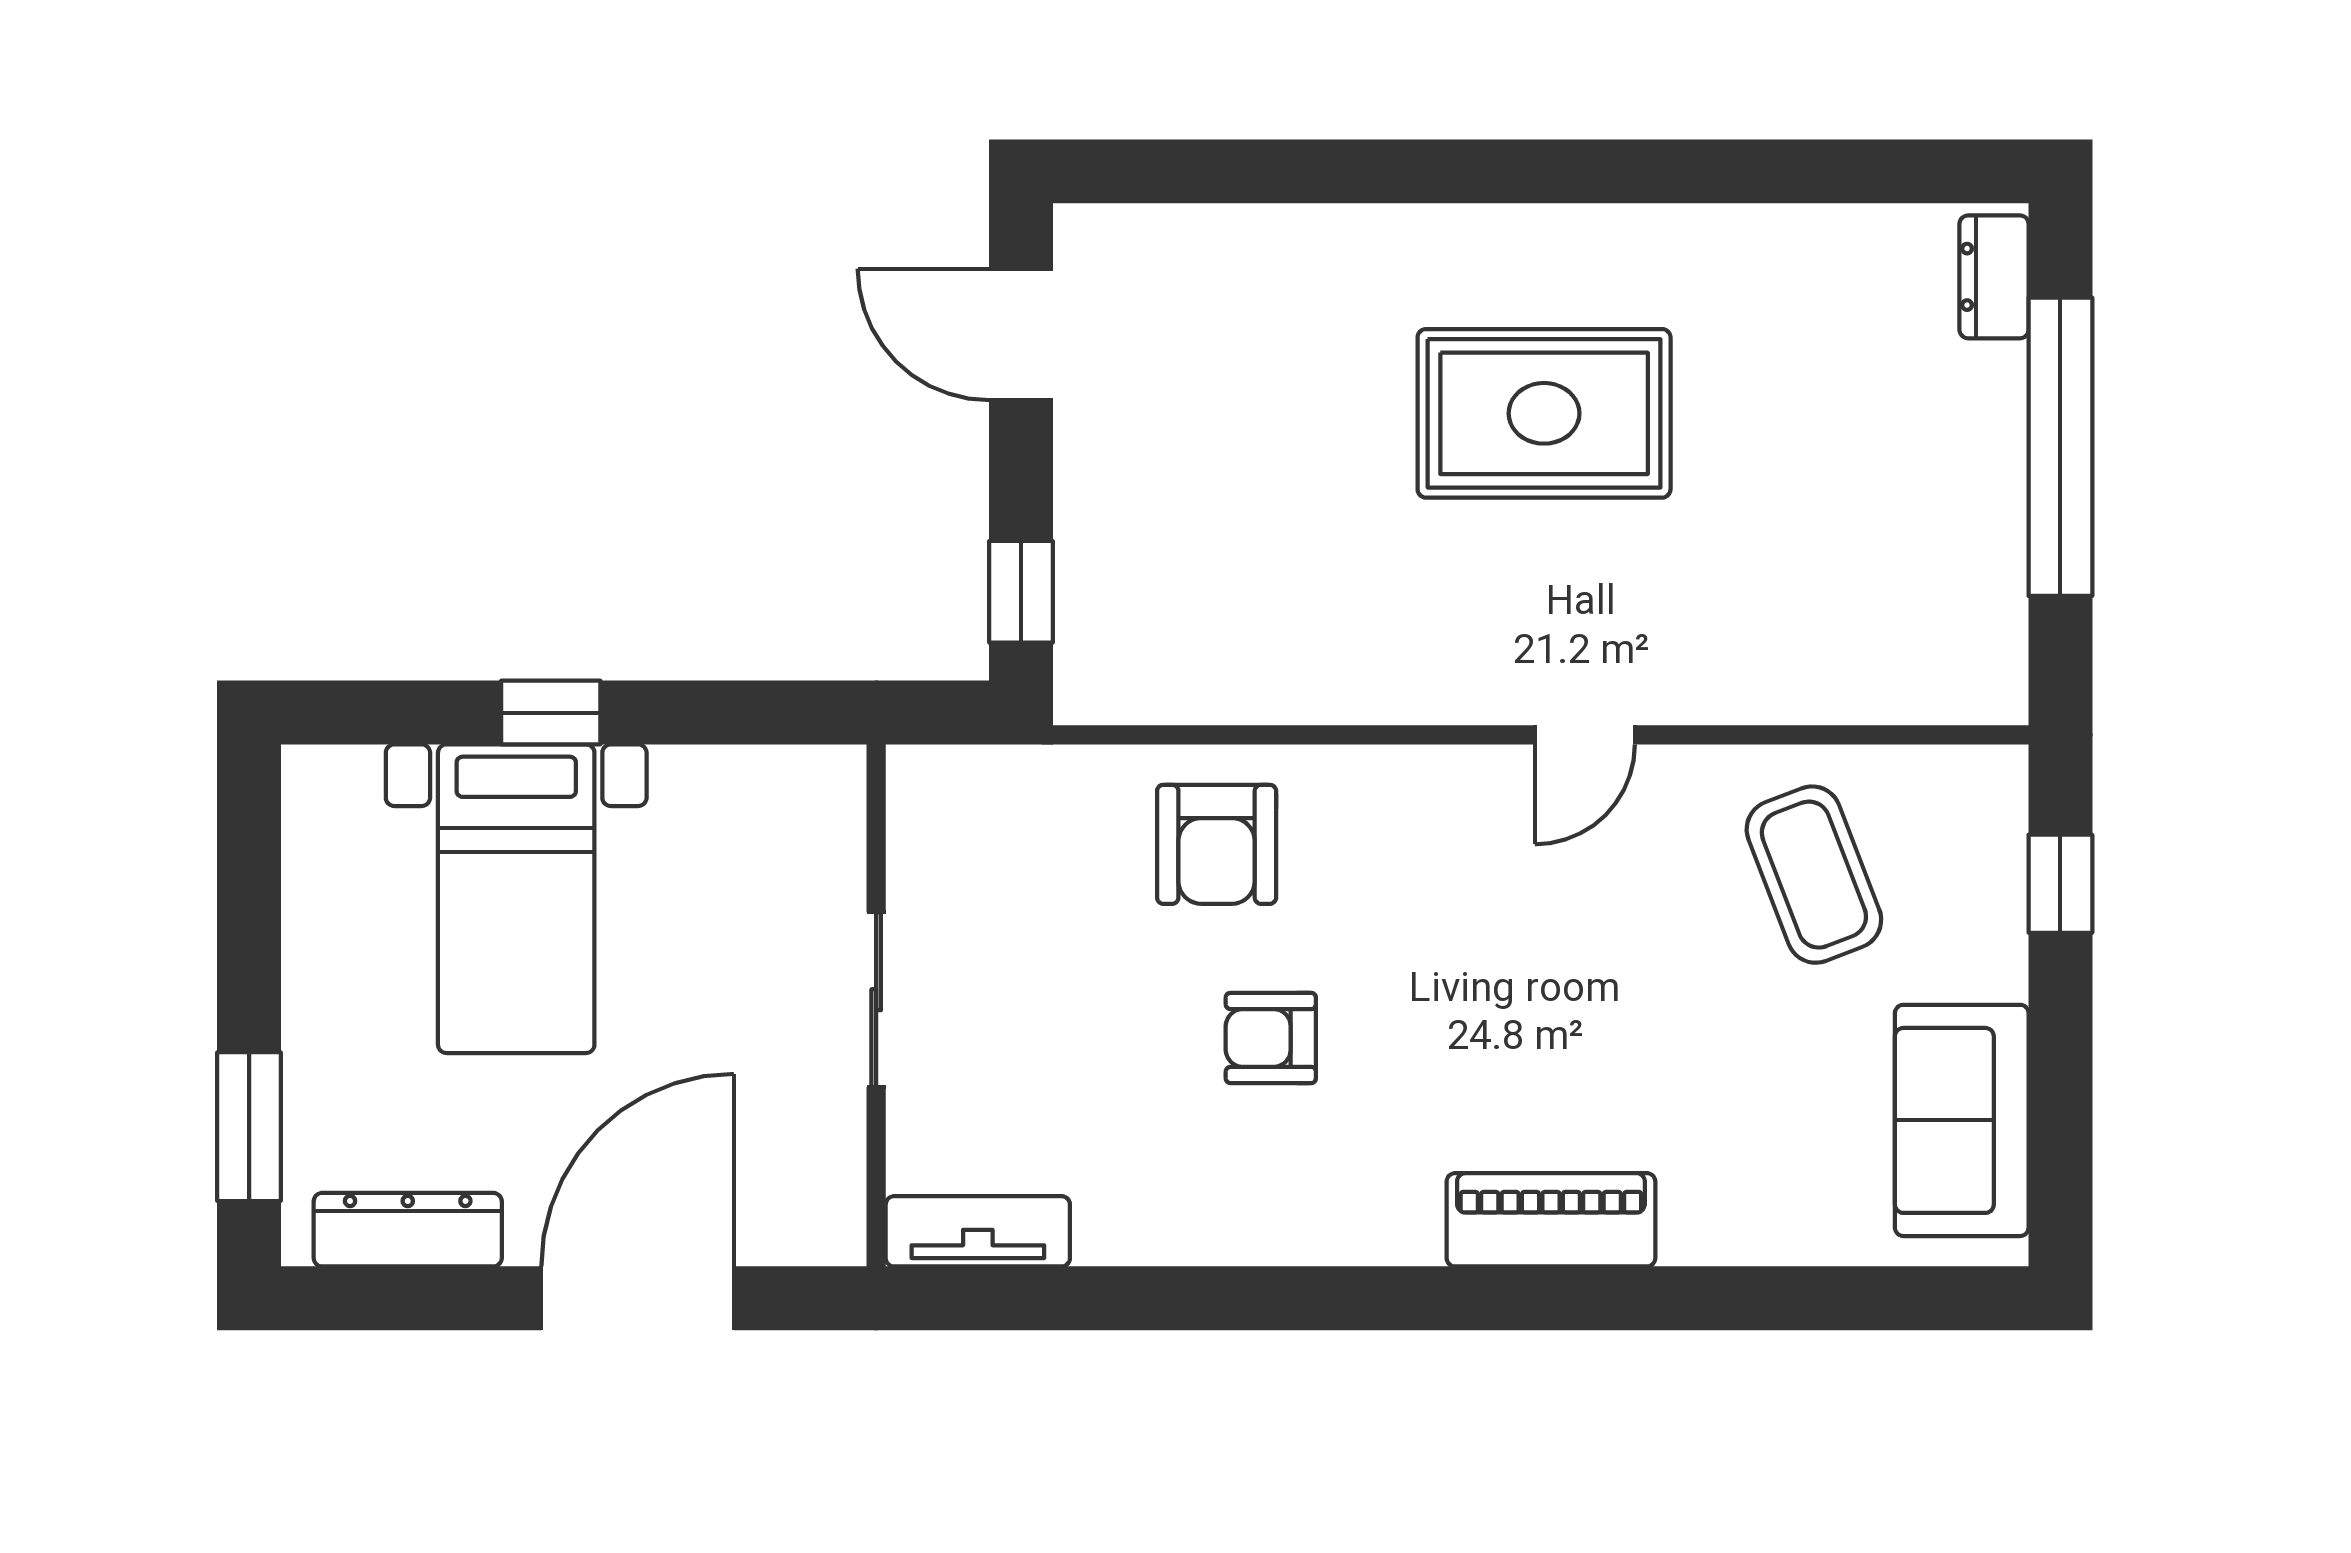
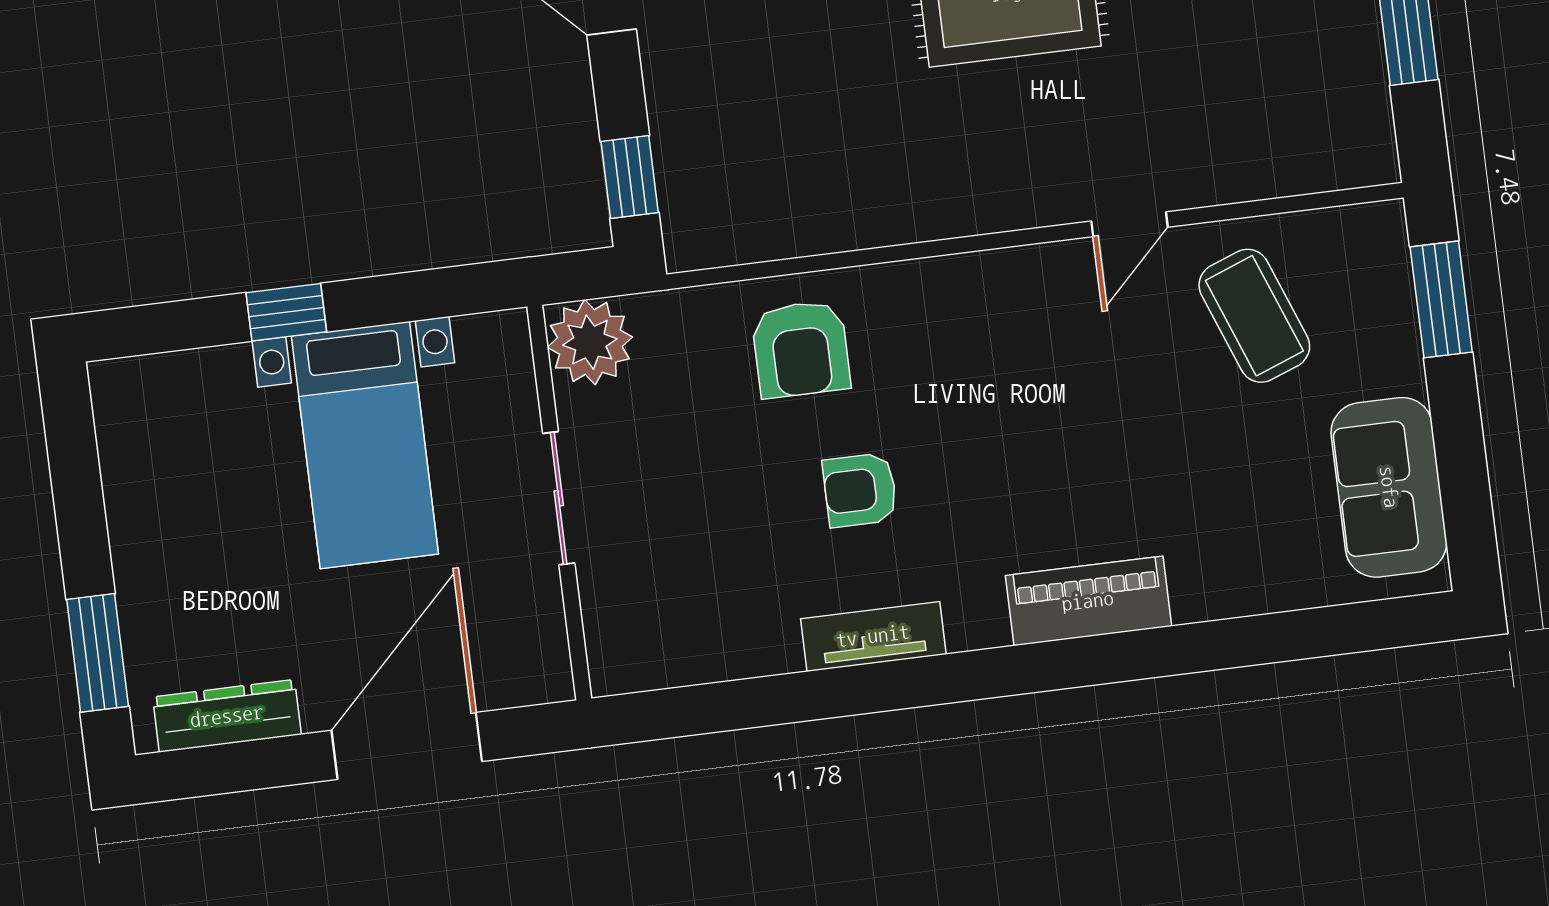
door: (1585, 735) -> (1129, 224), moved
plant: (942, 801) -> (590, 342), added
window: (2060, 884) -> (1441, 299), width x1.50
bed with nightstands: (516, 899) -> (365, 445), moved
tv unit: (978, 1231) -> (873, 636), moved

